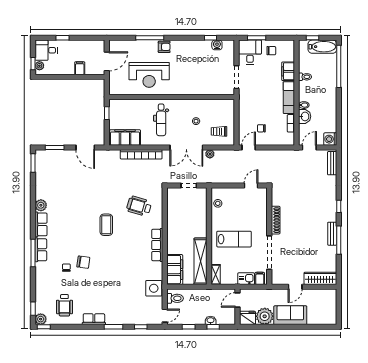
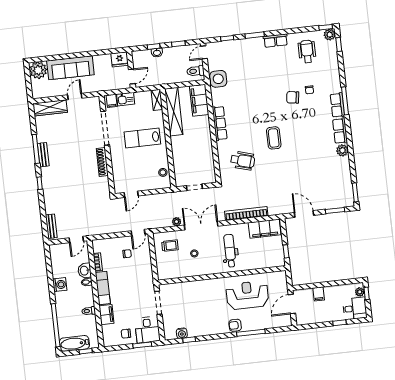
washing machine: (330, 139) -> (60, 285), moved
sofa: (290, 315) -> (70, 68), width x1.36
plant: (265, 316) -> (38, 70), moved

